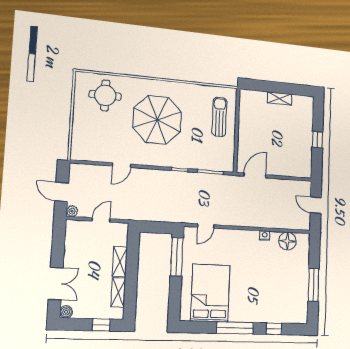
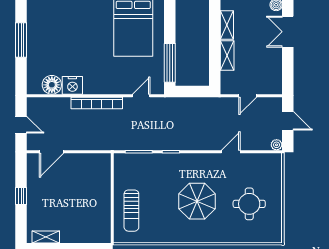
round table: (105, 95) -> (249, 204), moved
shelving: (279, 98) -> (46, 237), moved
parasol: (157, 120) -> (197, 201), width x0.73, depth x0.73
door: (255, 175) -> (51, 152), moved
plant: (72, 211) -> (277, 145), moved
bookcase: (247, 221) -> (97, 103), added
nightstand: (265, 235) -> (72, 85), width x1.89, depth x1.79

